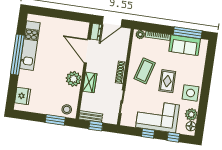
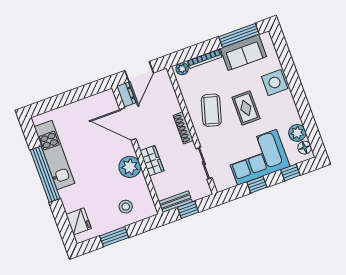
side table: (191, 93) -> (275, 83), moved
stool: (67, 109) -> (126, 207), moved
window: (55, 120) -> (114, 237), moved

